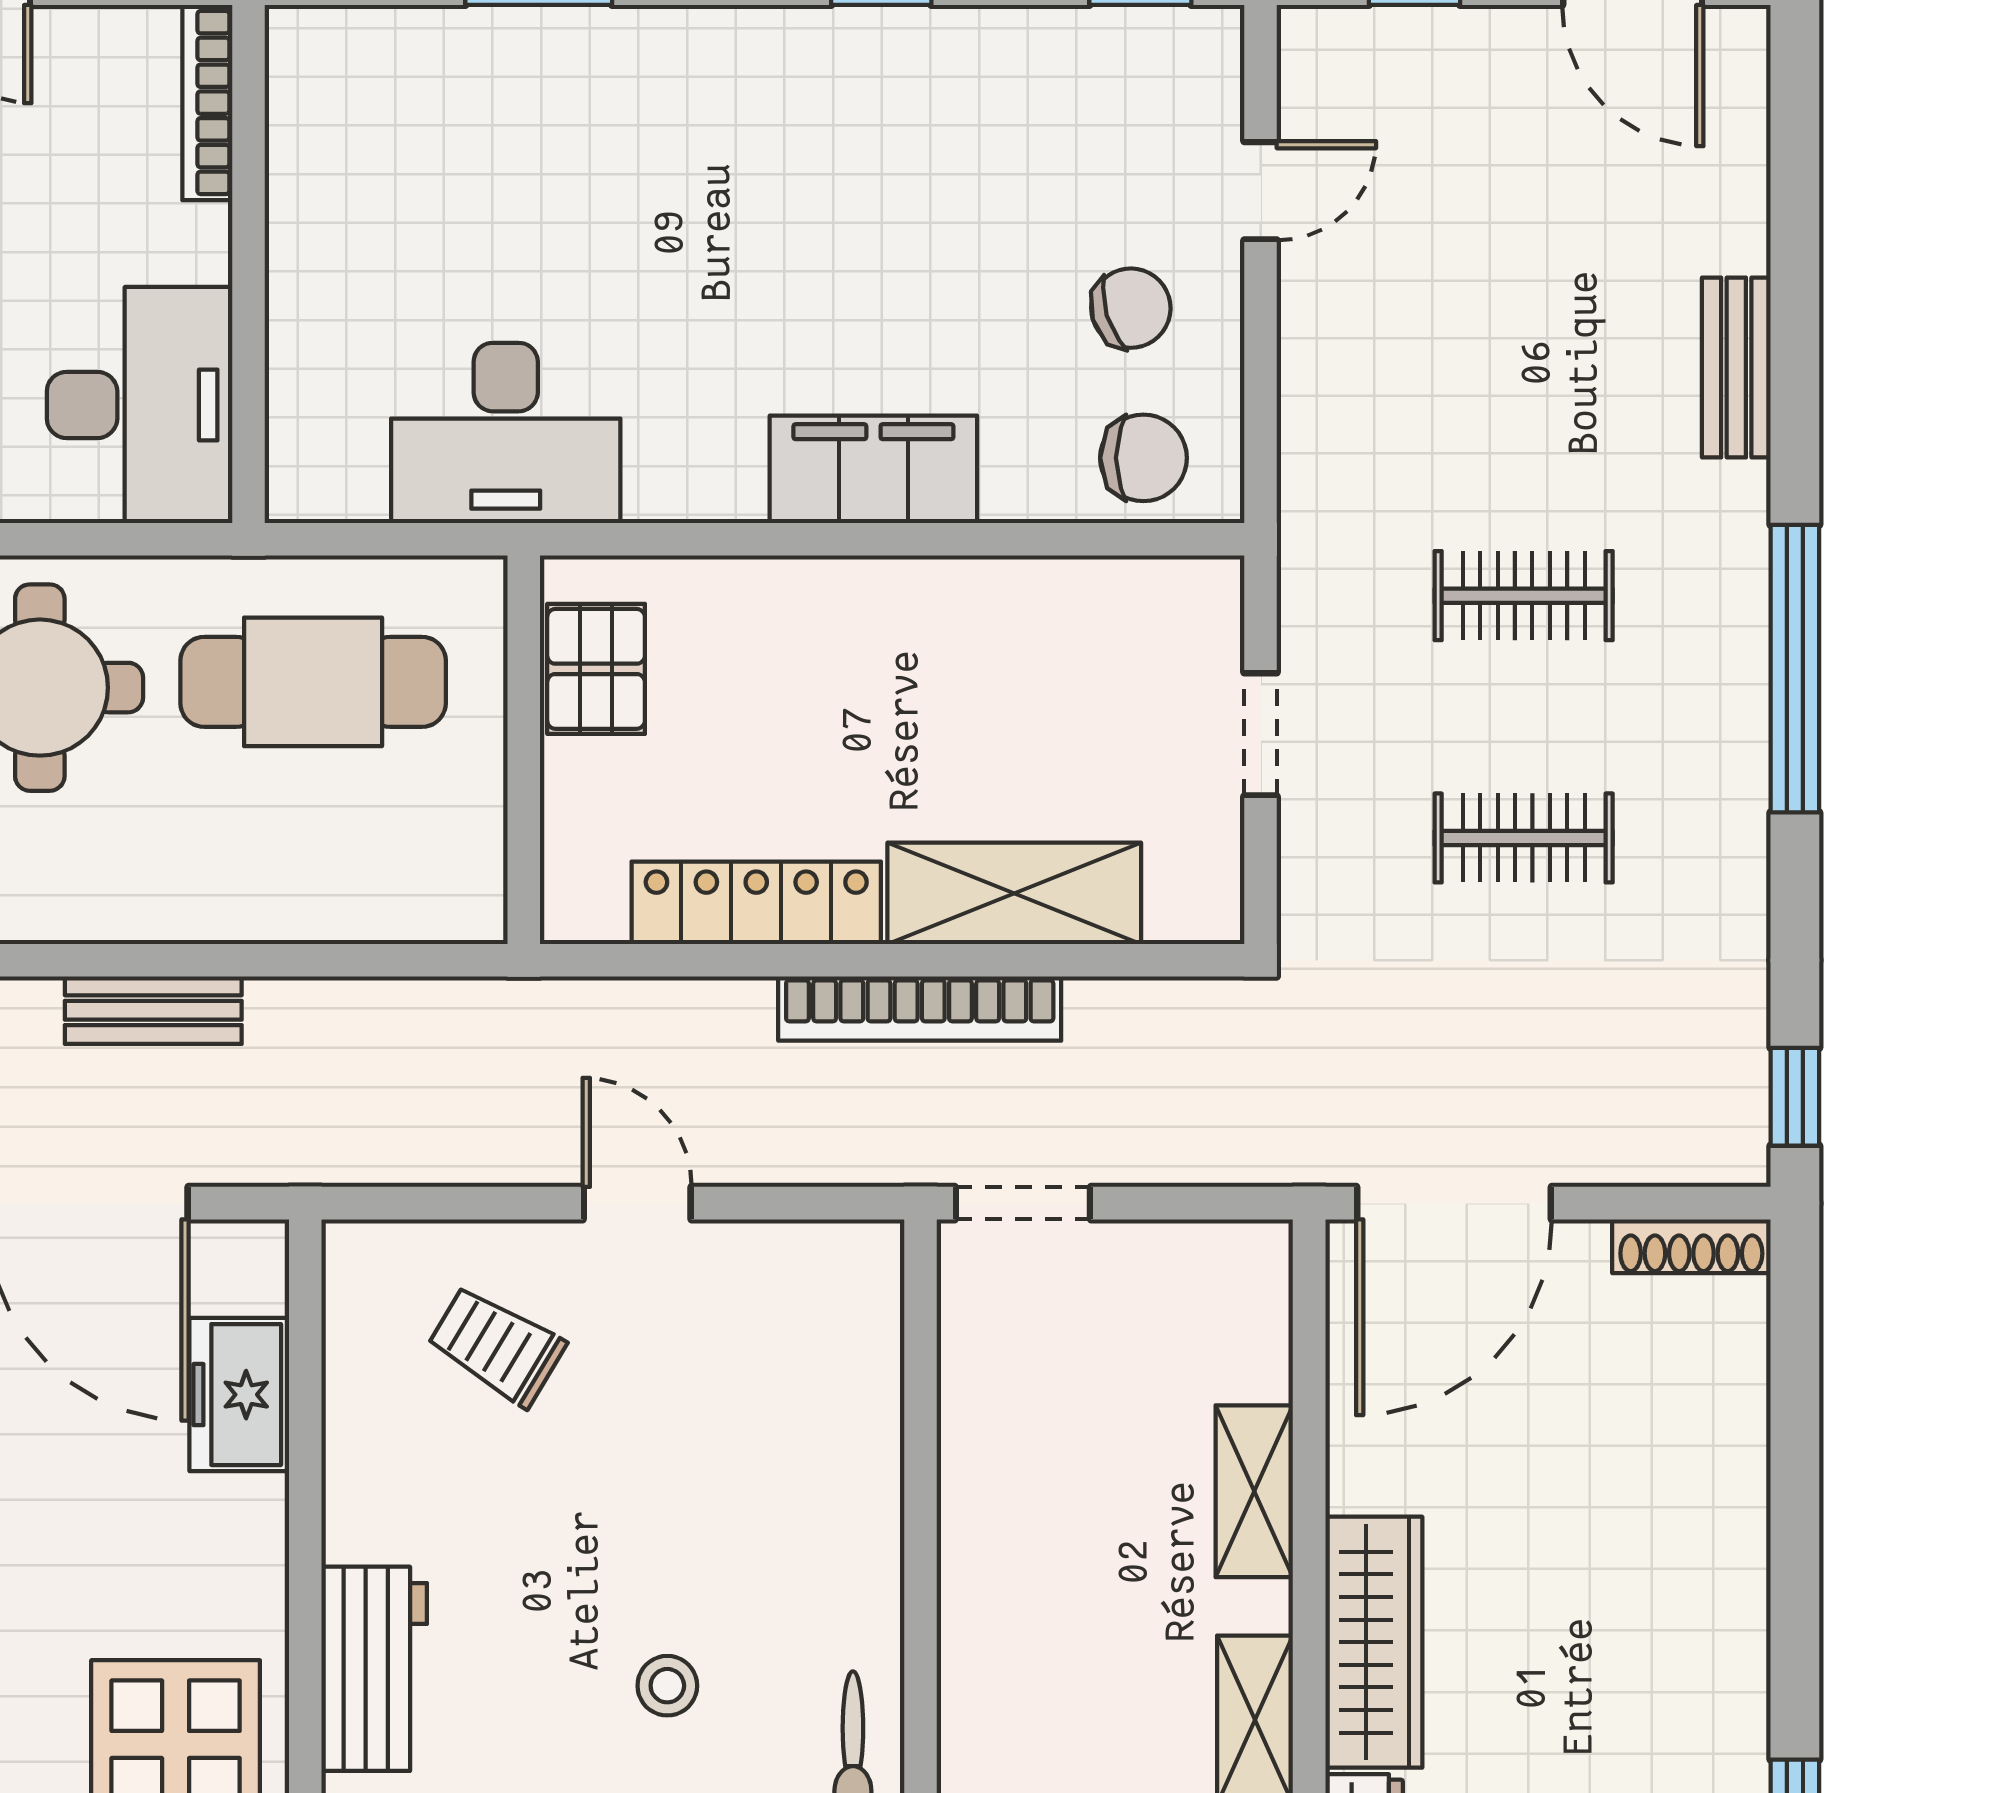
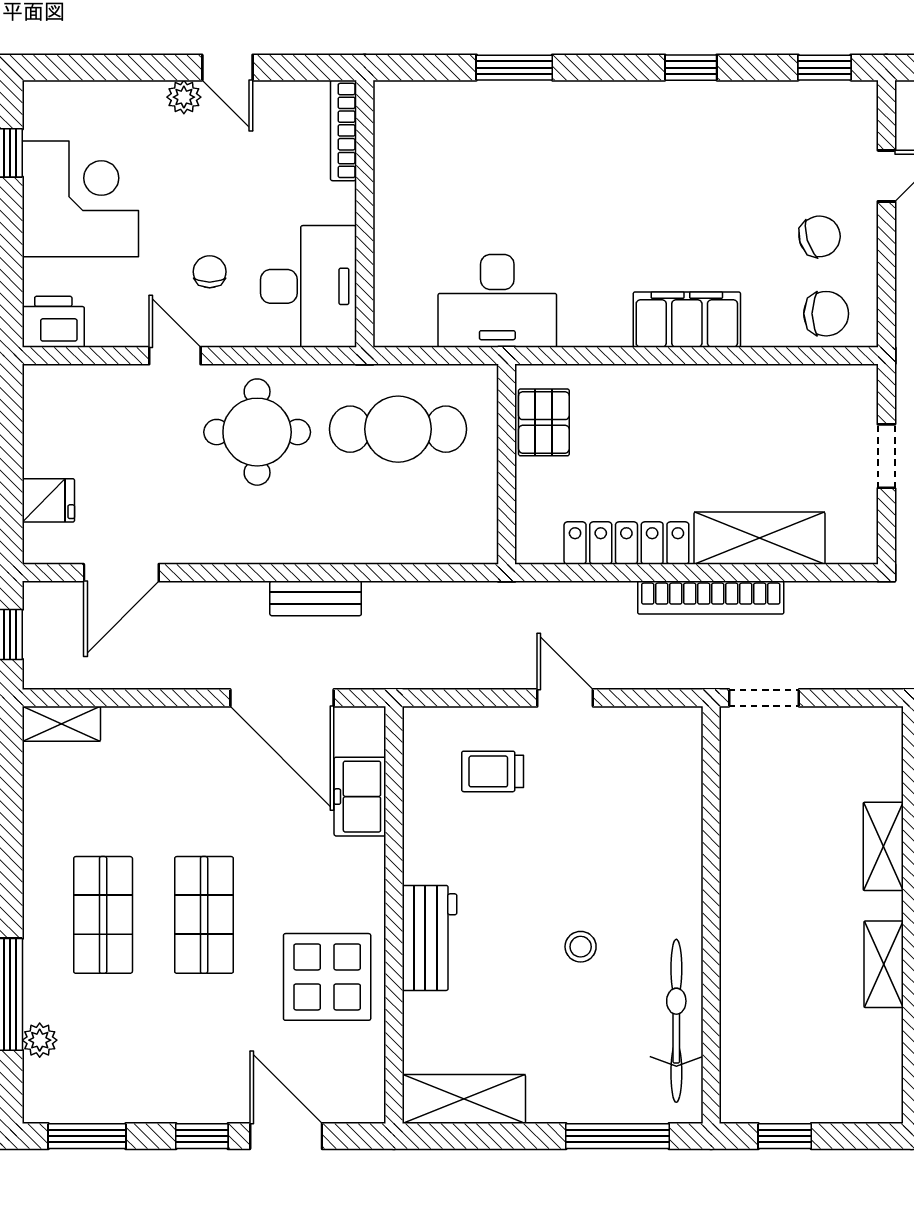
trolley: (497, 1346) -> (493, 771), turned -31

